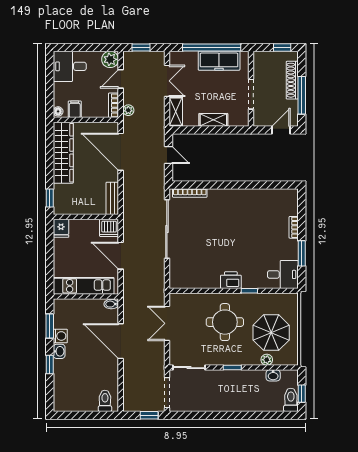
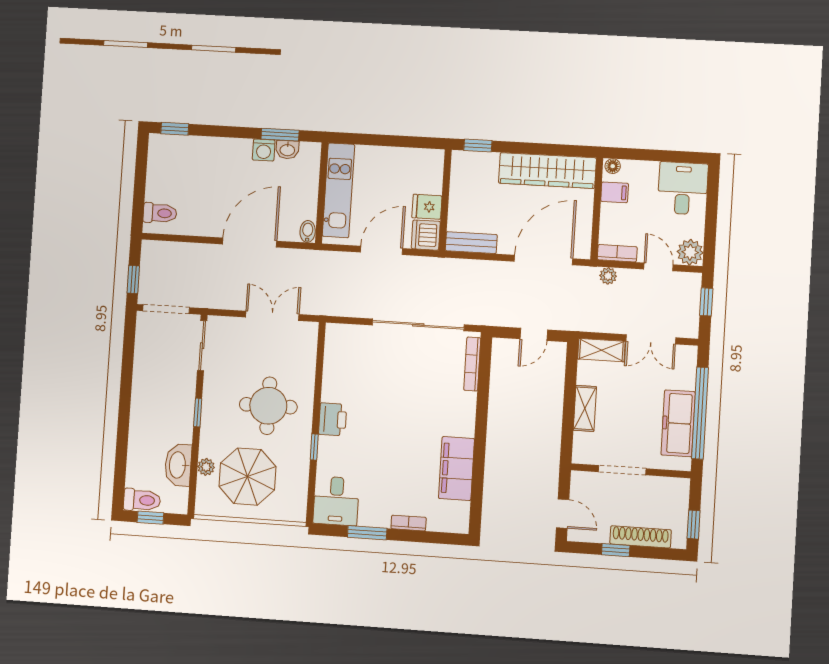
window: (302, 95) -> (616, 550), width x0.46
filing cabinet: (257, 199) -> (456, 469), added
fridge: (61, 228) -> (427, 207), moved
washbasin: (59, 351) -> (287, 150), moved
window: (50, 365) -> (175, 129), moved
washbasin: (273, 375) -> (178, 465), width x1.91, depth x1.45

